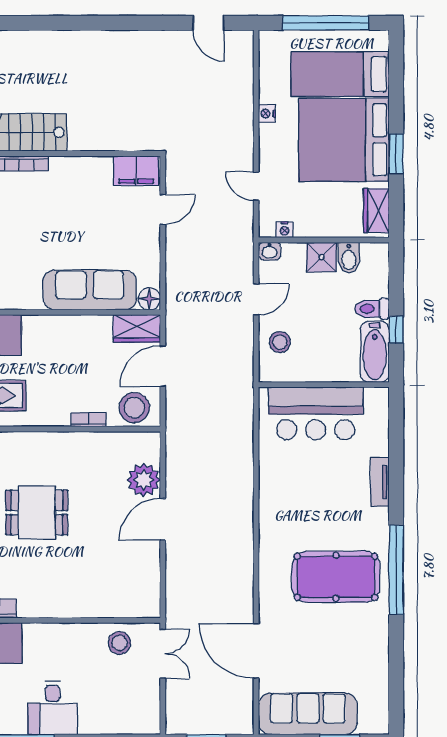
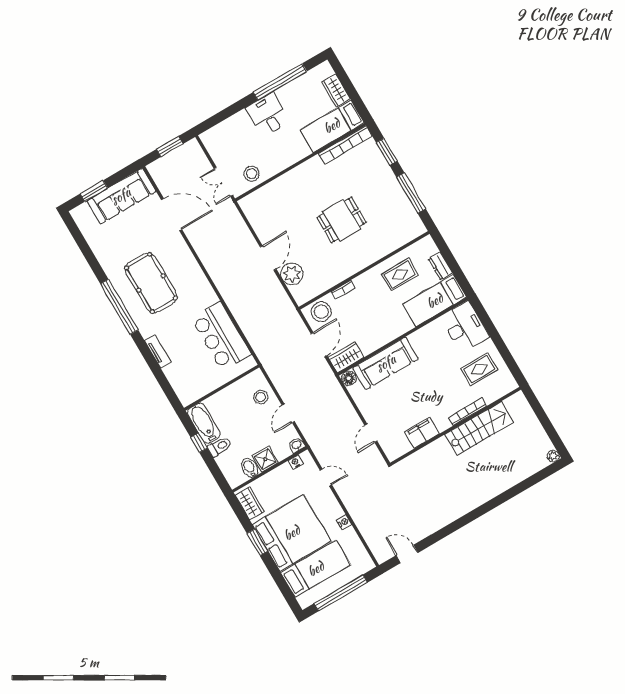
filing cabinet: (136, 171) -> (422, 433), moved
bar counter: (316, 413) -> (221, 336), moved, turned -90
pool table: (336, 577) -> (151, 283), turned 90

